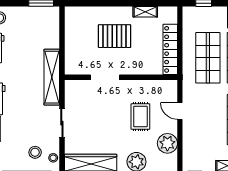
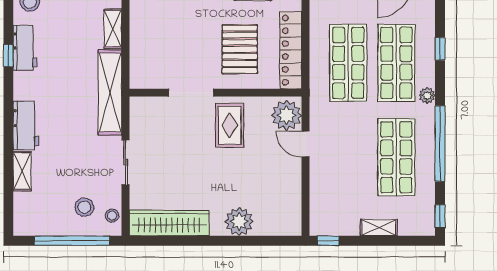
shelving: (54, 35) -> (113, 29), added
pallet: (115, 36) -> (240, 49), moved, turned 90
rug: (140, 117) -> (230, 125), moved
plant: (167, 143) -> (286, 115), moved

